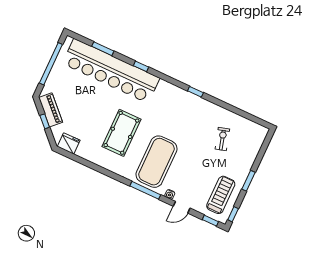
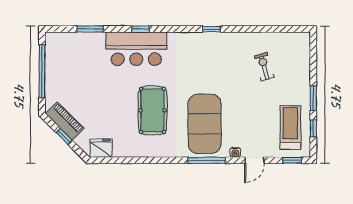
bar counter: (111, 71) -> (136, 49), width x0.54
window: (233, 214) -> (313, 128), moved

